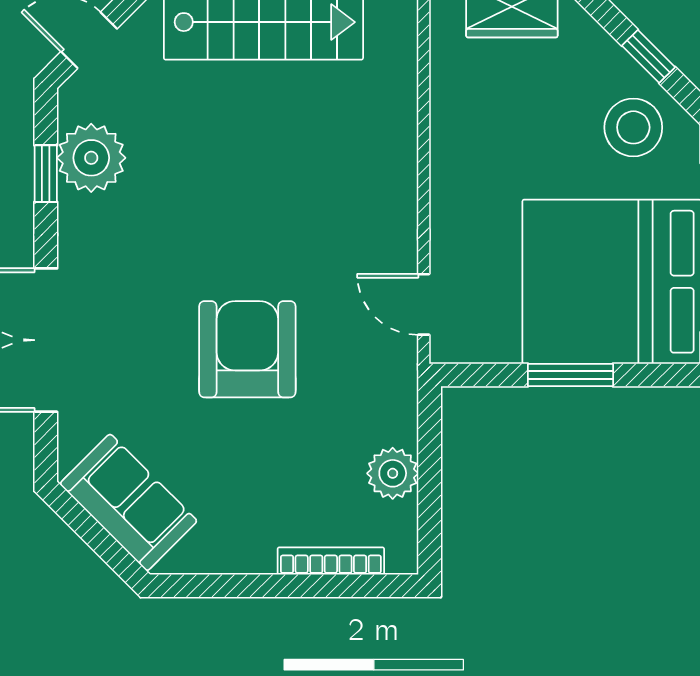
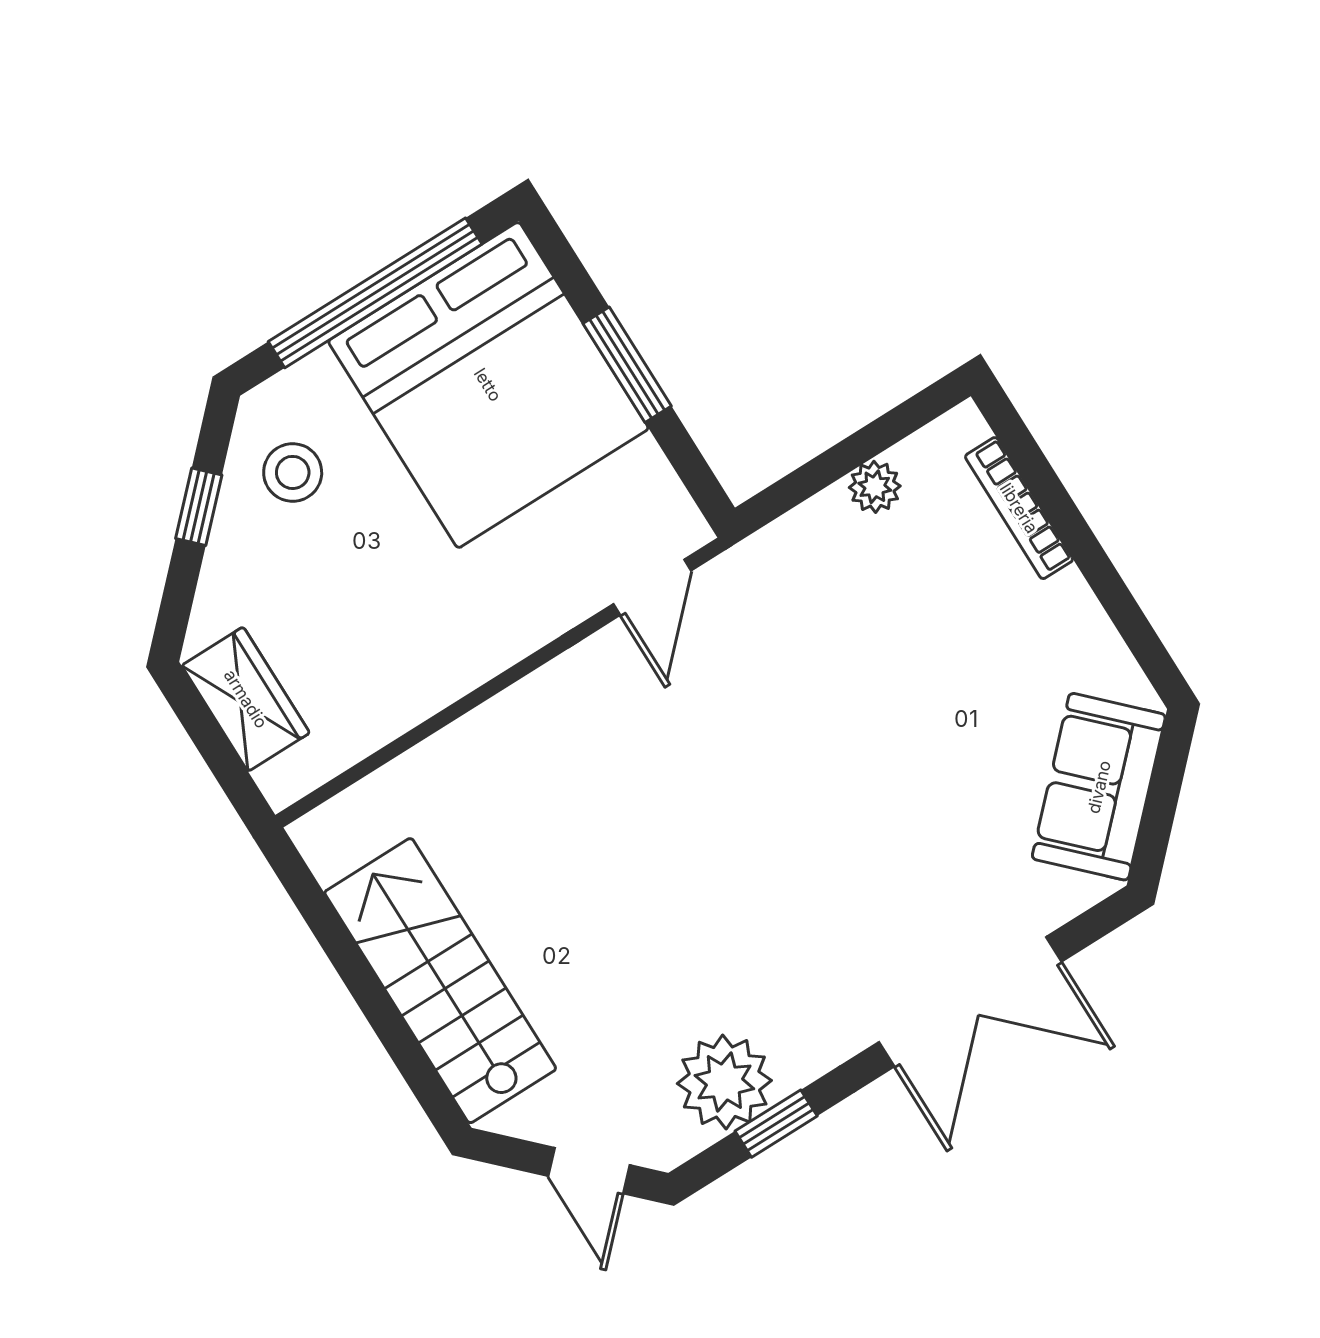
stool: (633, 127) -> (293, 472), width x0.73, depth x0.73
armchair: (247, 349) -> (833, 760), removed
plant: (393, 473) -> (875, 487), width x0.73, depth x0.73

